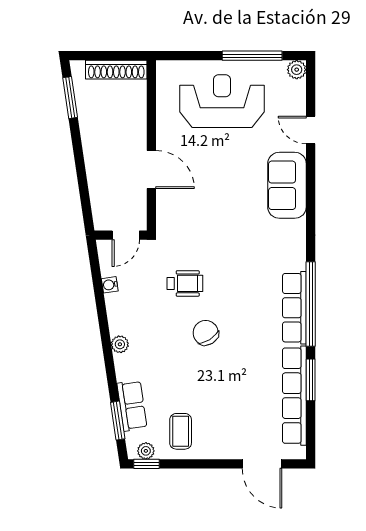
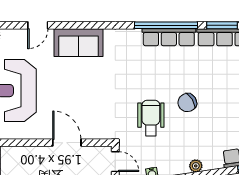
door: (151, 170) -> (67, 143), hinge flipped
wheelchair: (185, 283) -> (151, 118), width x1.36, depth x1.37

